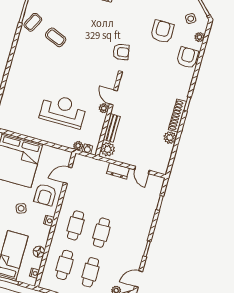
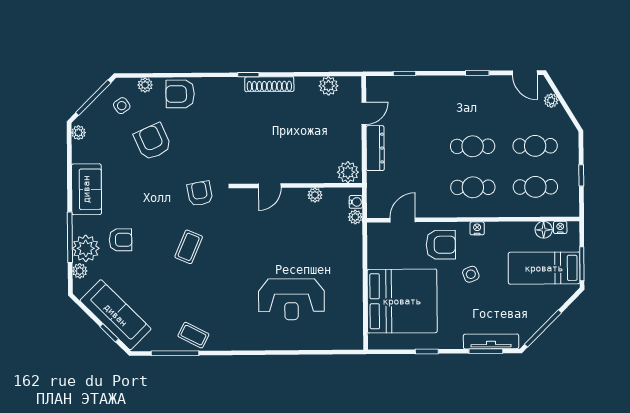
armchair: (162, 32) -> (153, 142), turned 66
coffee table: (56, 37) -> (189, 247), moved
plant: (104, 108) -> (315, 195), moved
reception desk: (63, 111) -> (291, 299), moved, turned -90
bench: (112, 128) -> (315, 175), removed
plant: (170, 138) -> (329, 86), moved
dresser: (118, 171) -> (375, 148), width x1.44
door: (68, 175) -> (403, 220), swing flipped
floor lamp: (39, 252) -> (544, 230), moved

